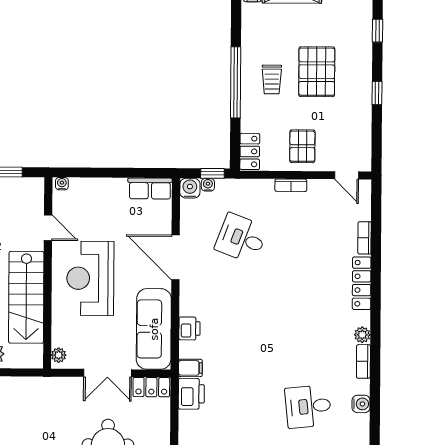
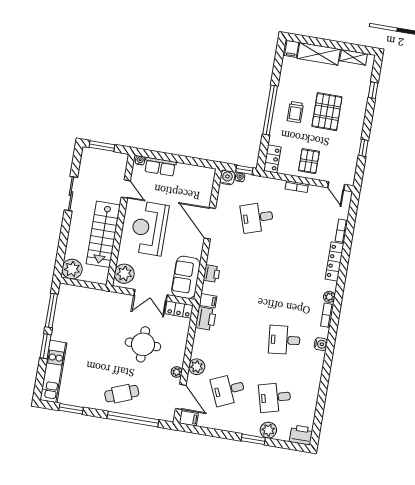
window: (377, 93) -> (363, 148), moved
row of seats: (150, 188) -> (160, 167), moved
desk: (241, 238) -> (257, 218), turned -39
sofa: (154, 329) -> (186, 277), width x0.73
plant: (59, 355) -> (124, 274), width x1.88, depth x1.88

